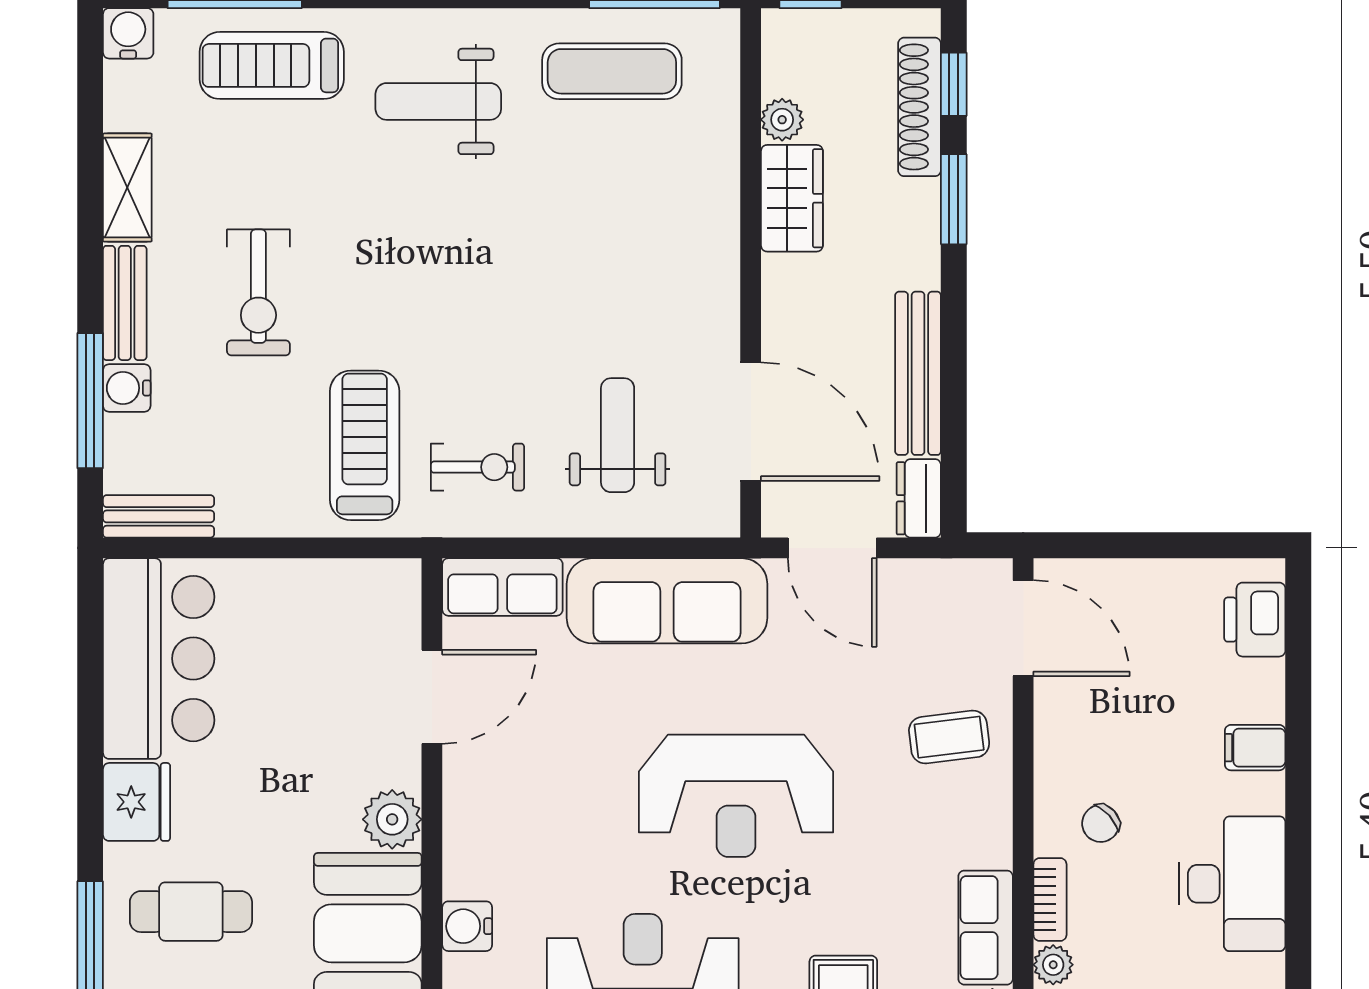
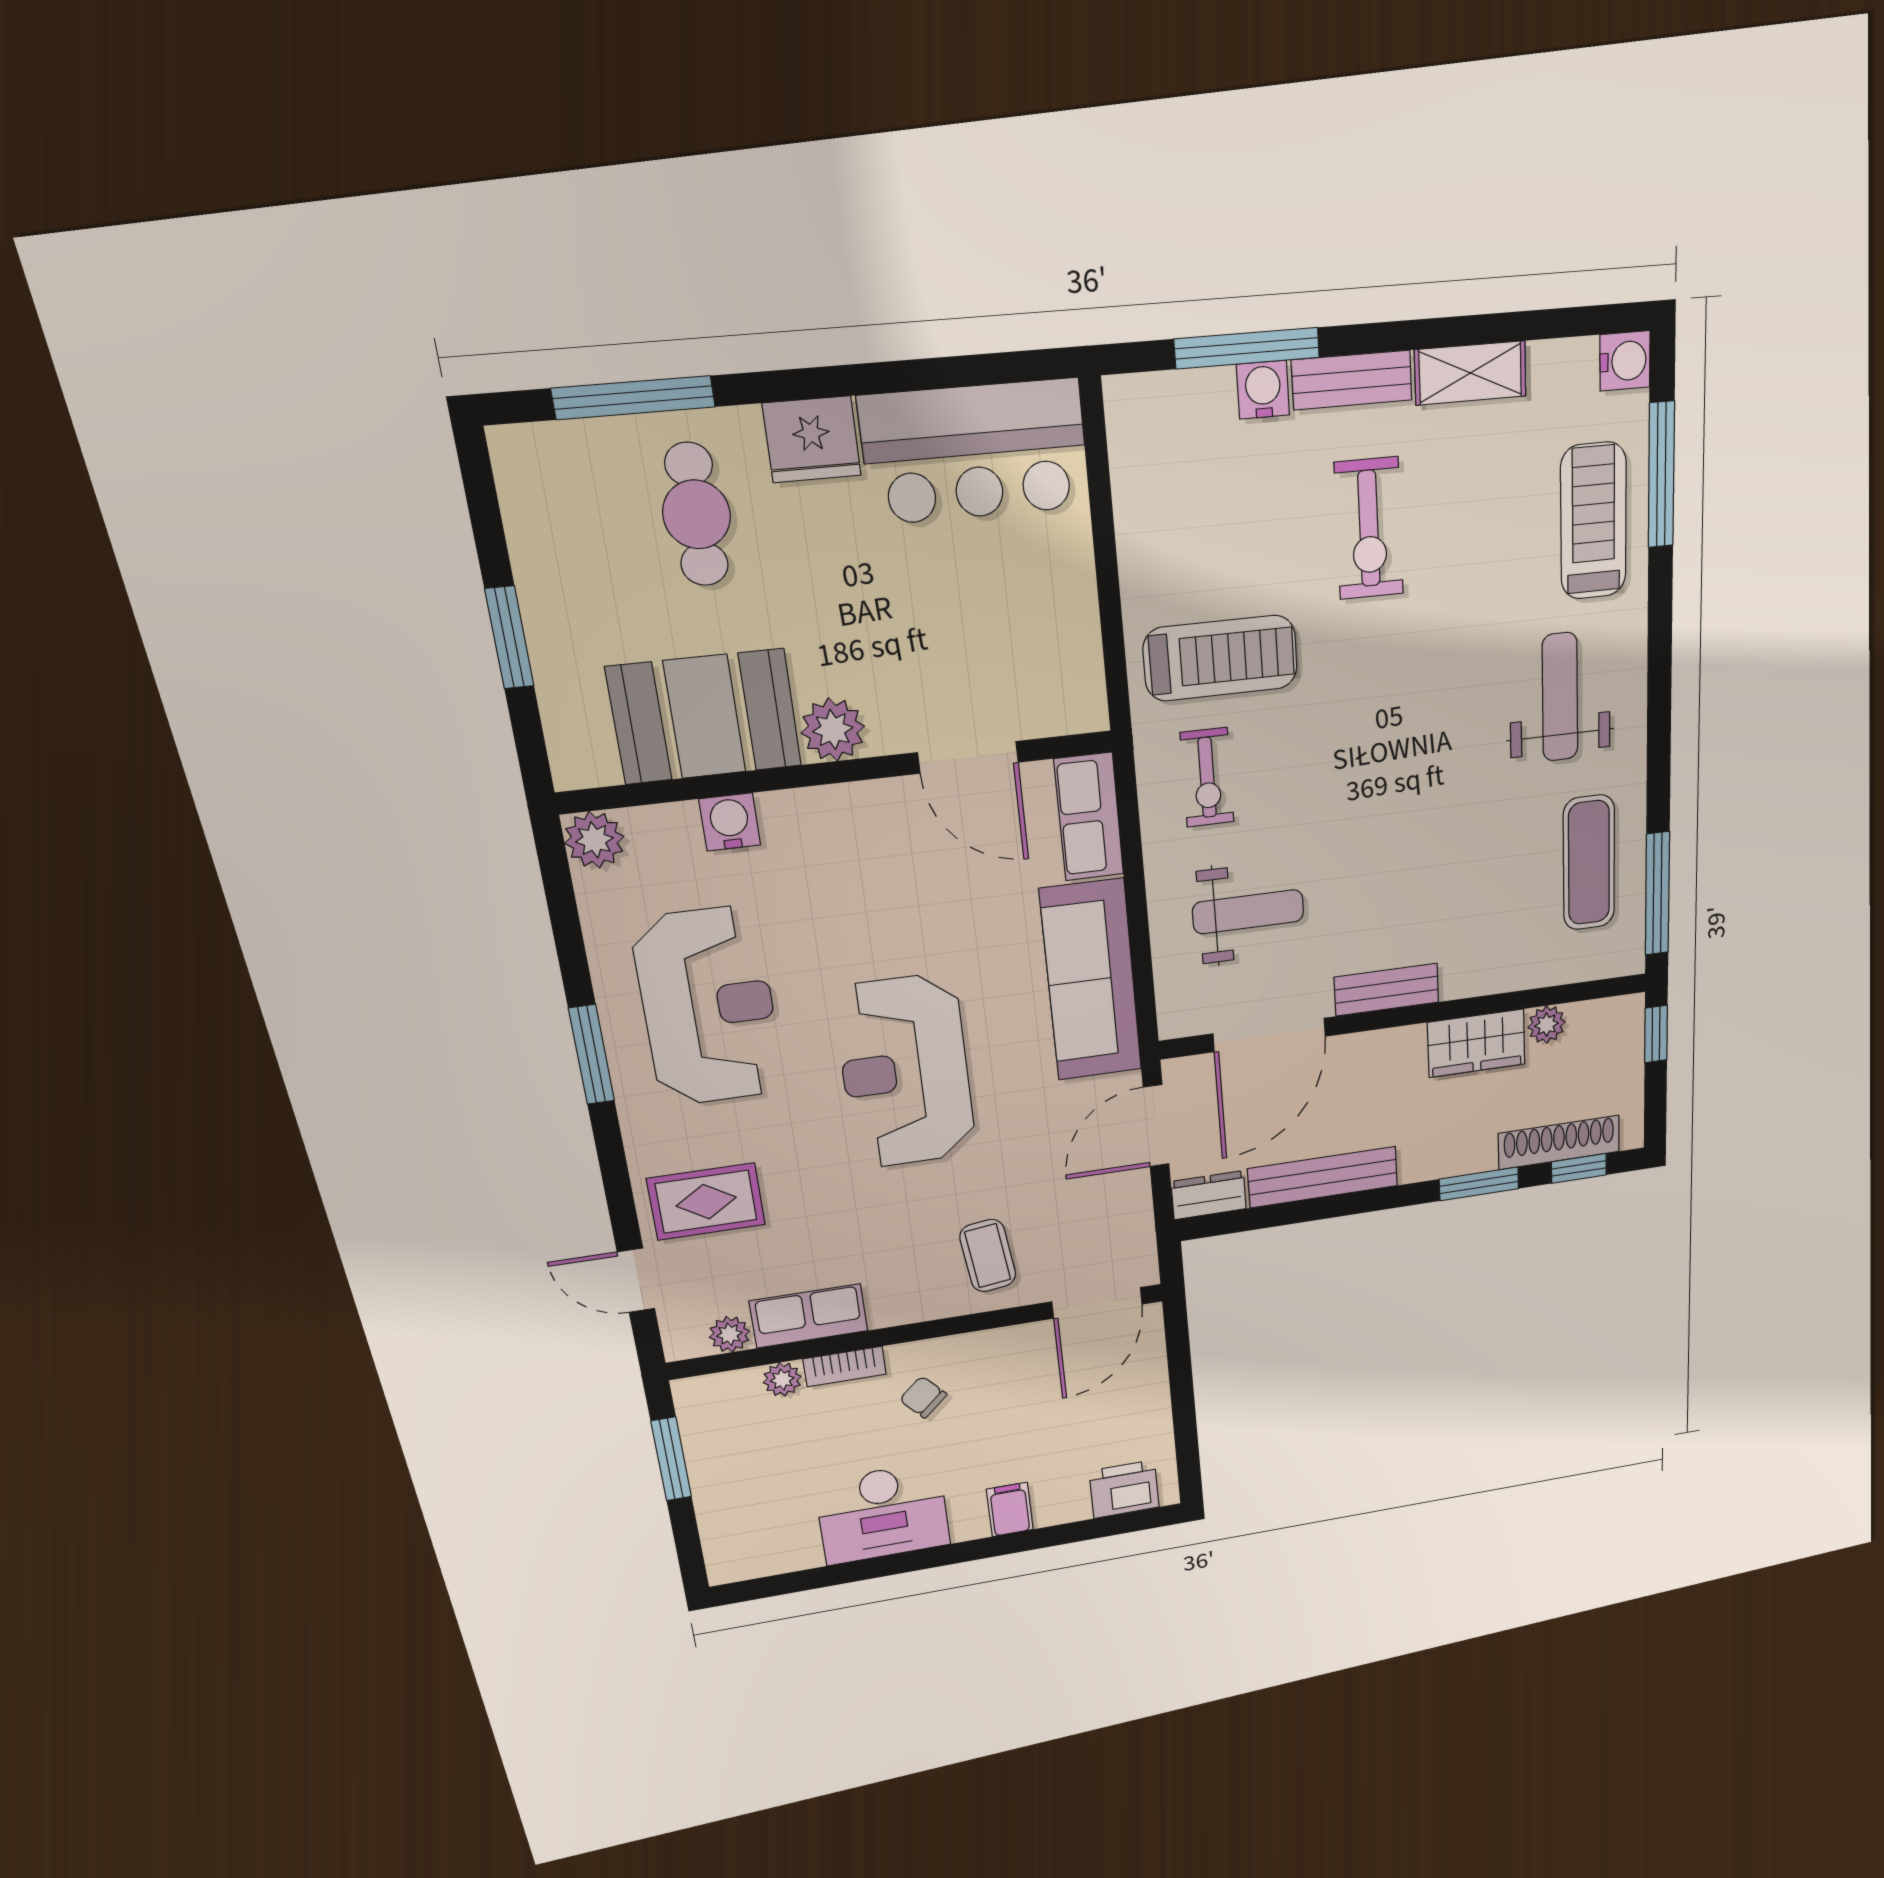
exercise bike: (258, 292) -> (1369, 528), turned -90
bench: (159, 516) -> (1387, 990), moved, turned 90

